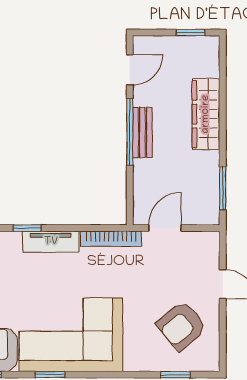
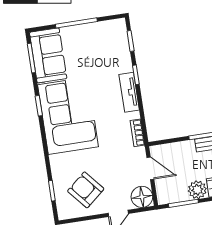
plant: (206, 165) -> (197, 190), added
bookcase: (111, 239) -> (137, 133), width x0.64
floor lamp: (204, 246) -> (142, 197), added

